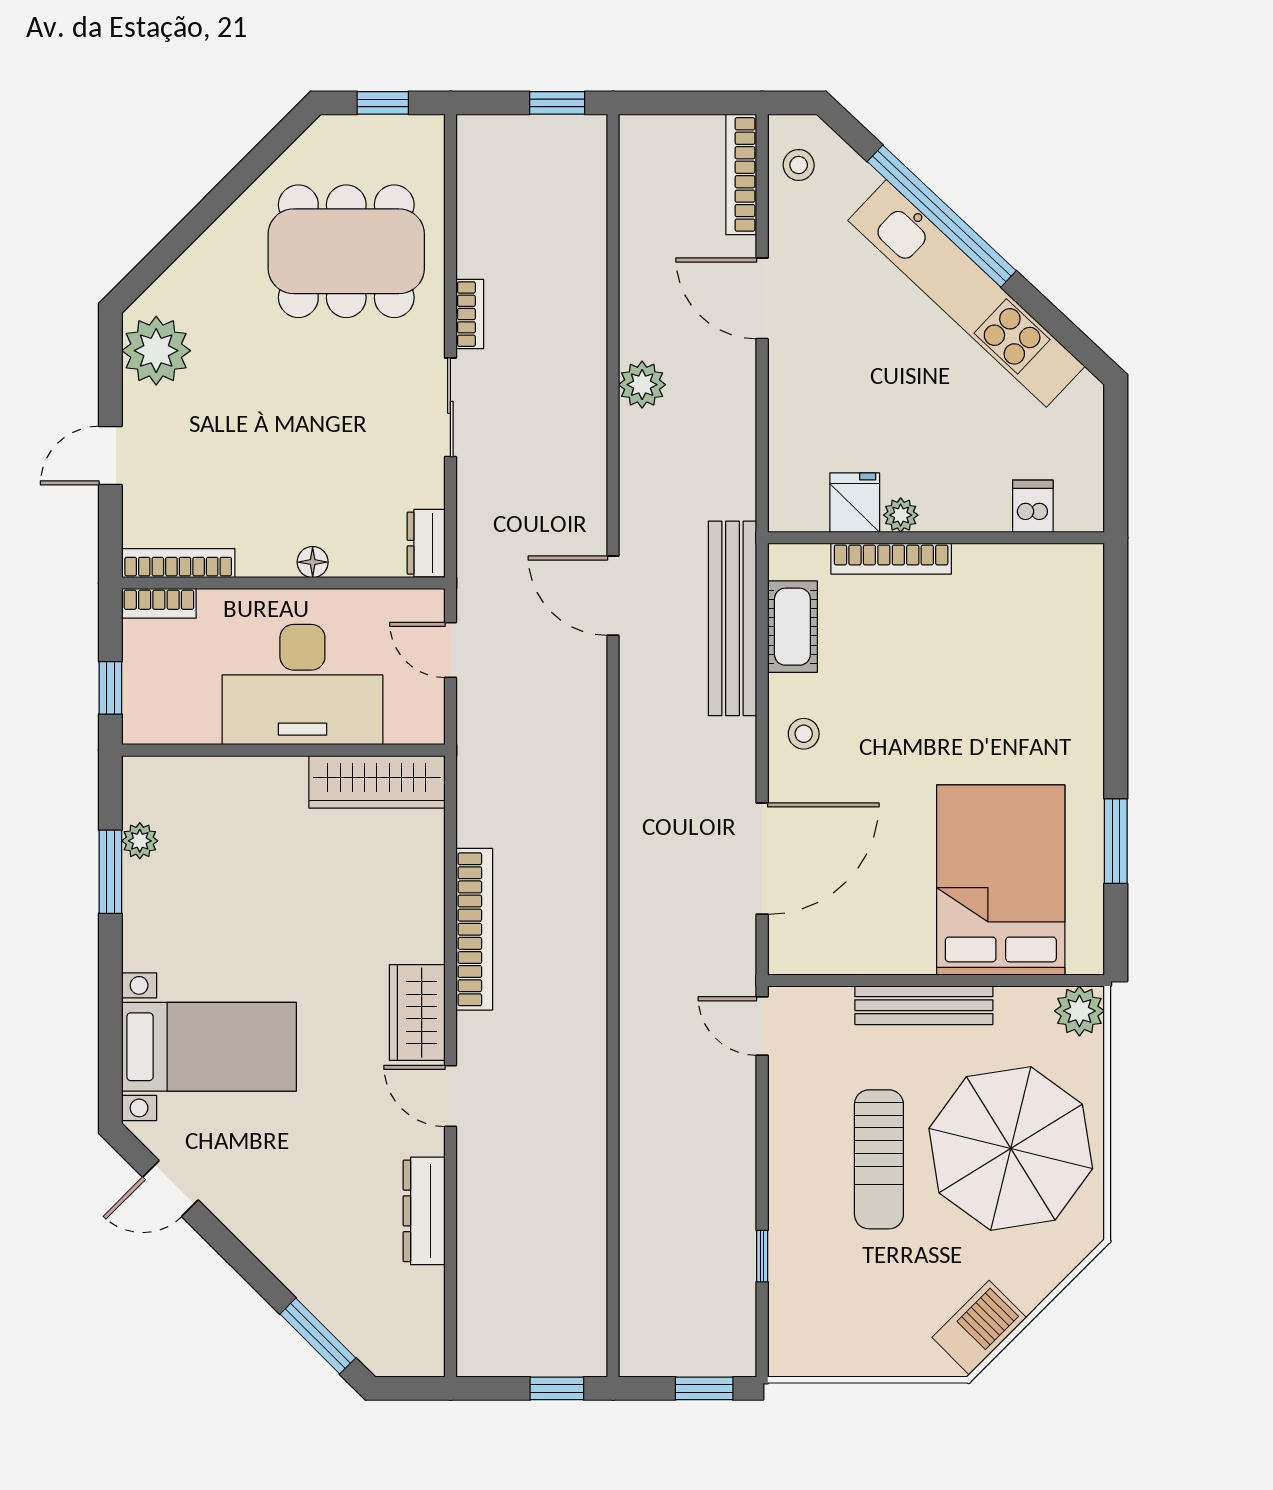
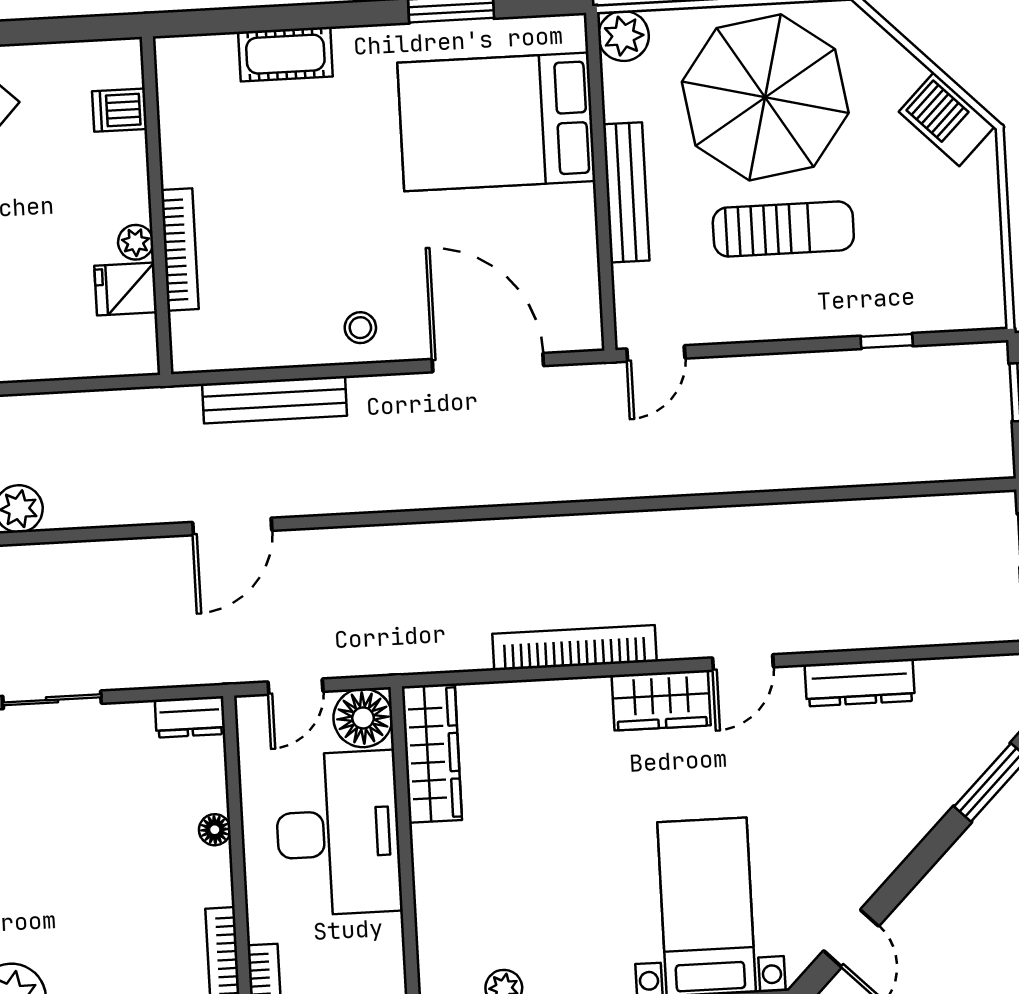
bench: (732, 618) -> (274, 400), width x0.73, depth x0.82
cot: (792, 627) -> (285, 54), moved
floor lamp: (416, 715) -> (363, 718), added

